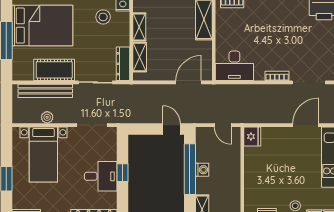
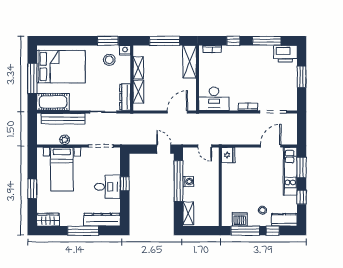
cot: (54, 70) -> (53, 102), moved

